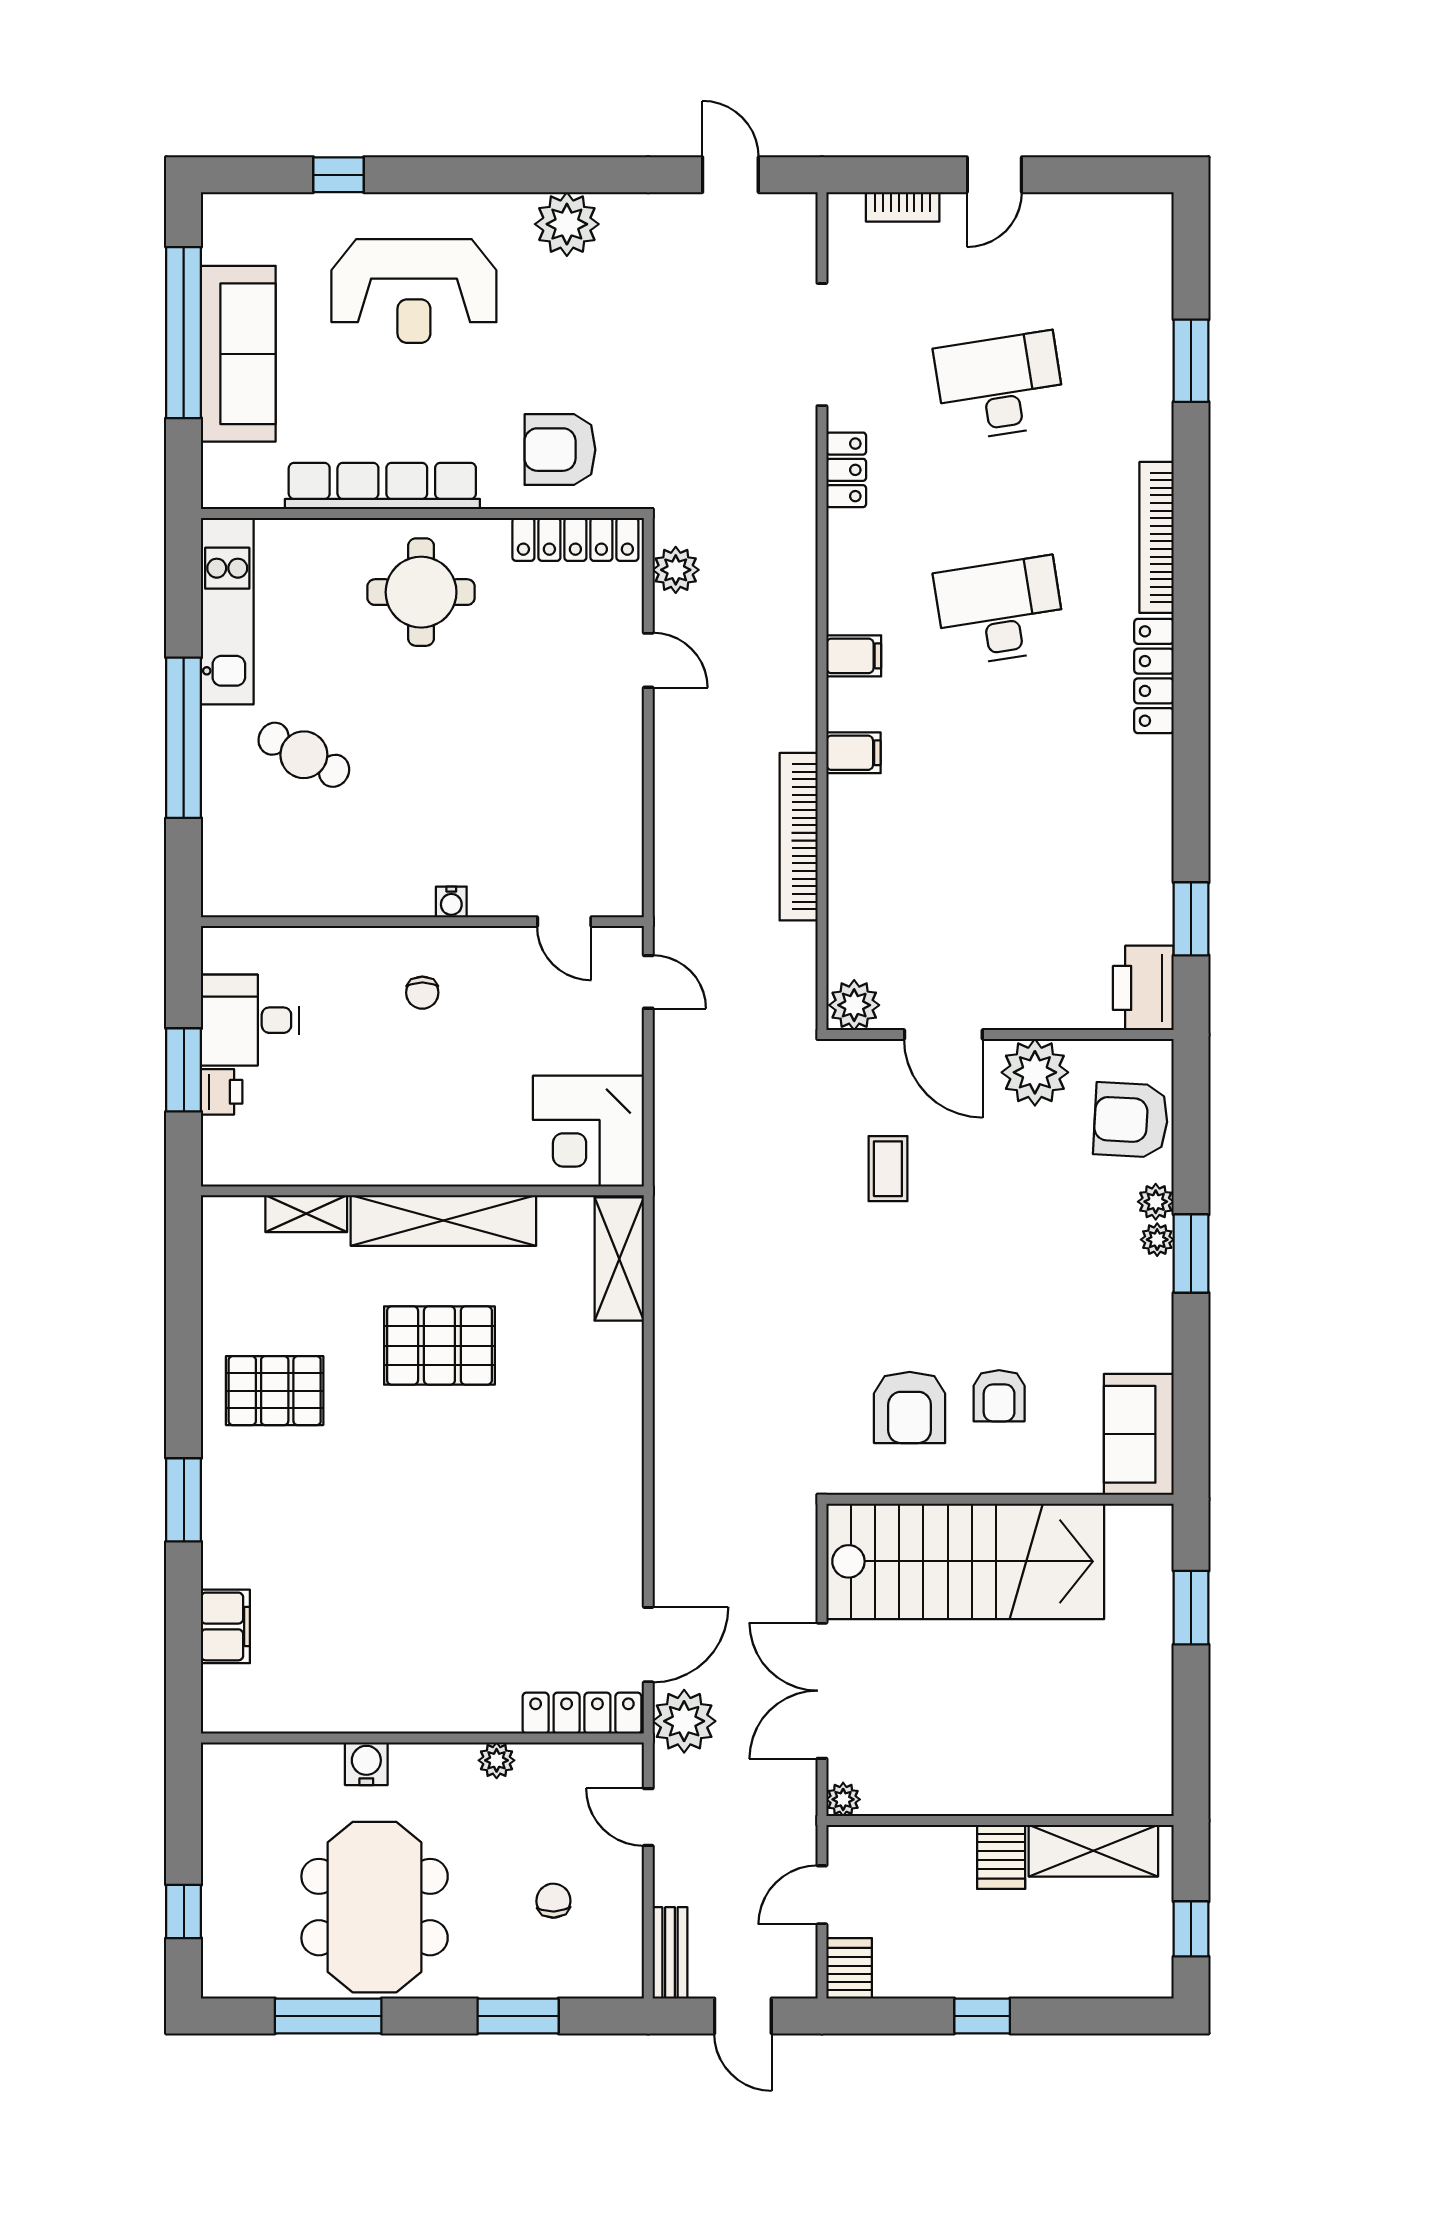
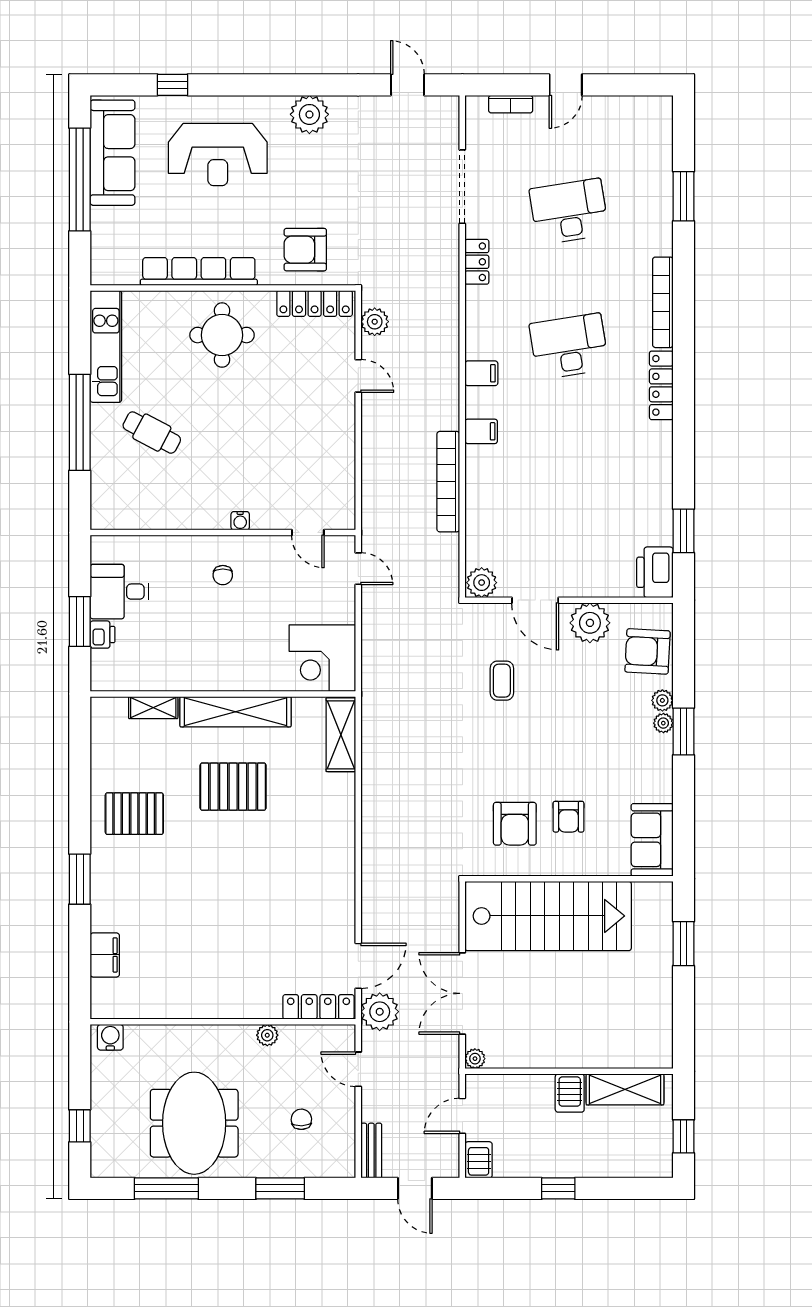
sofa: (238, 354) -> (113, 153), moved
water cooler: (366, 1764) -> (110, 1037), moved

